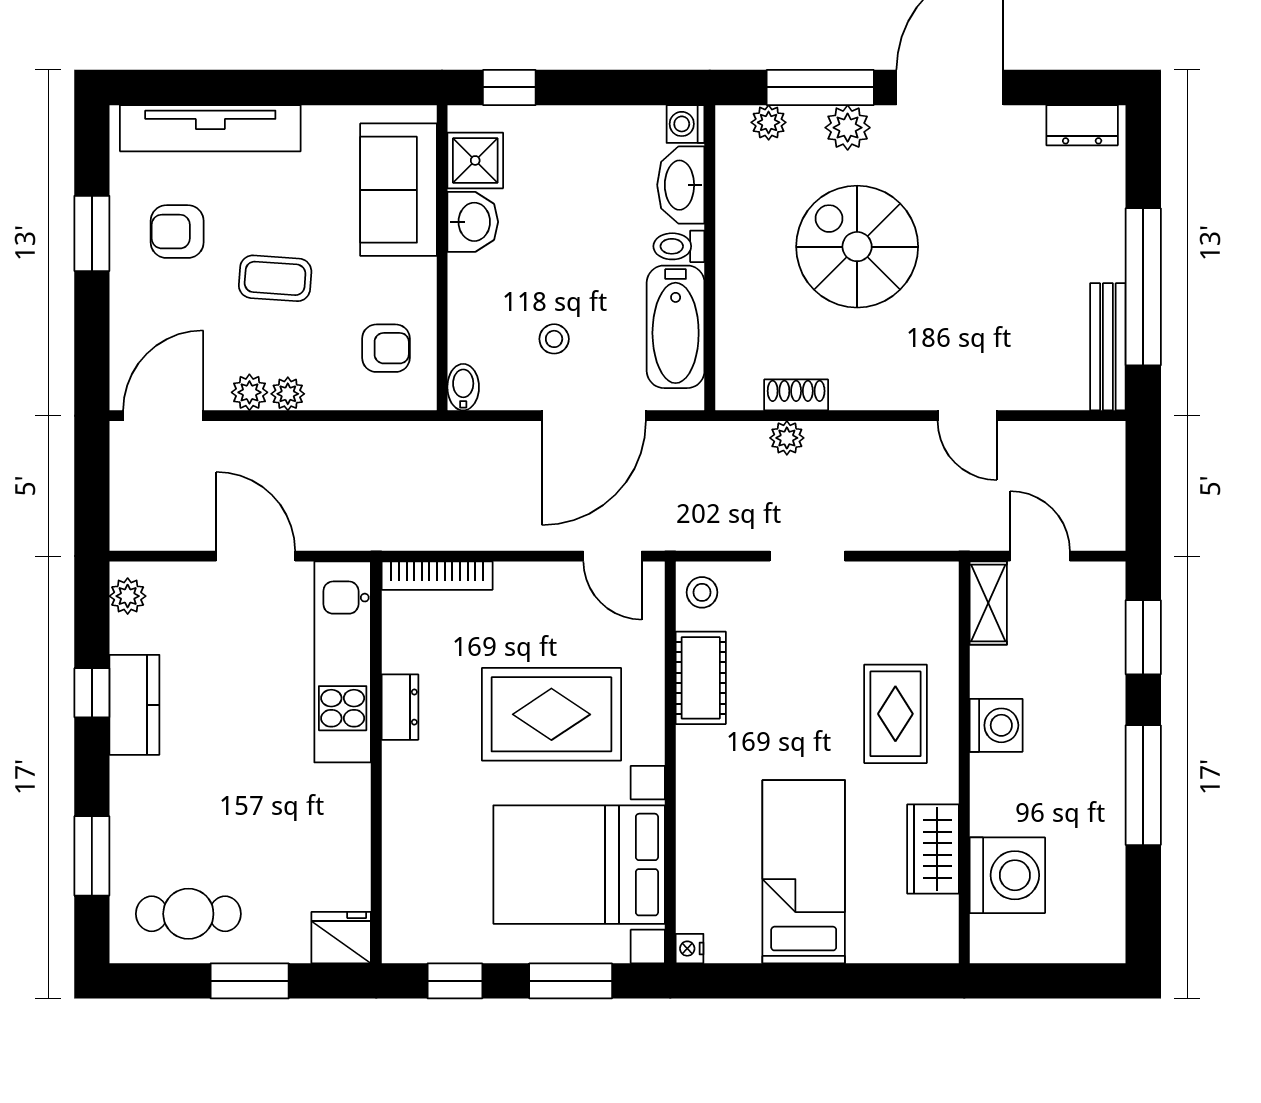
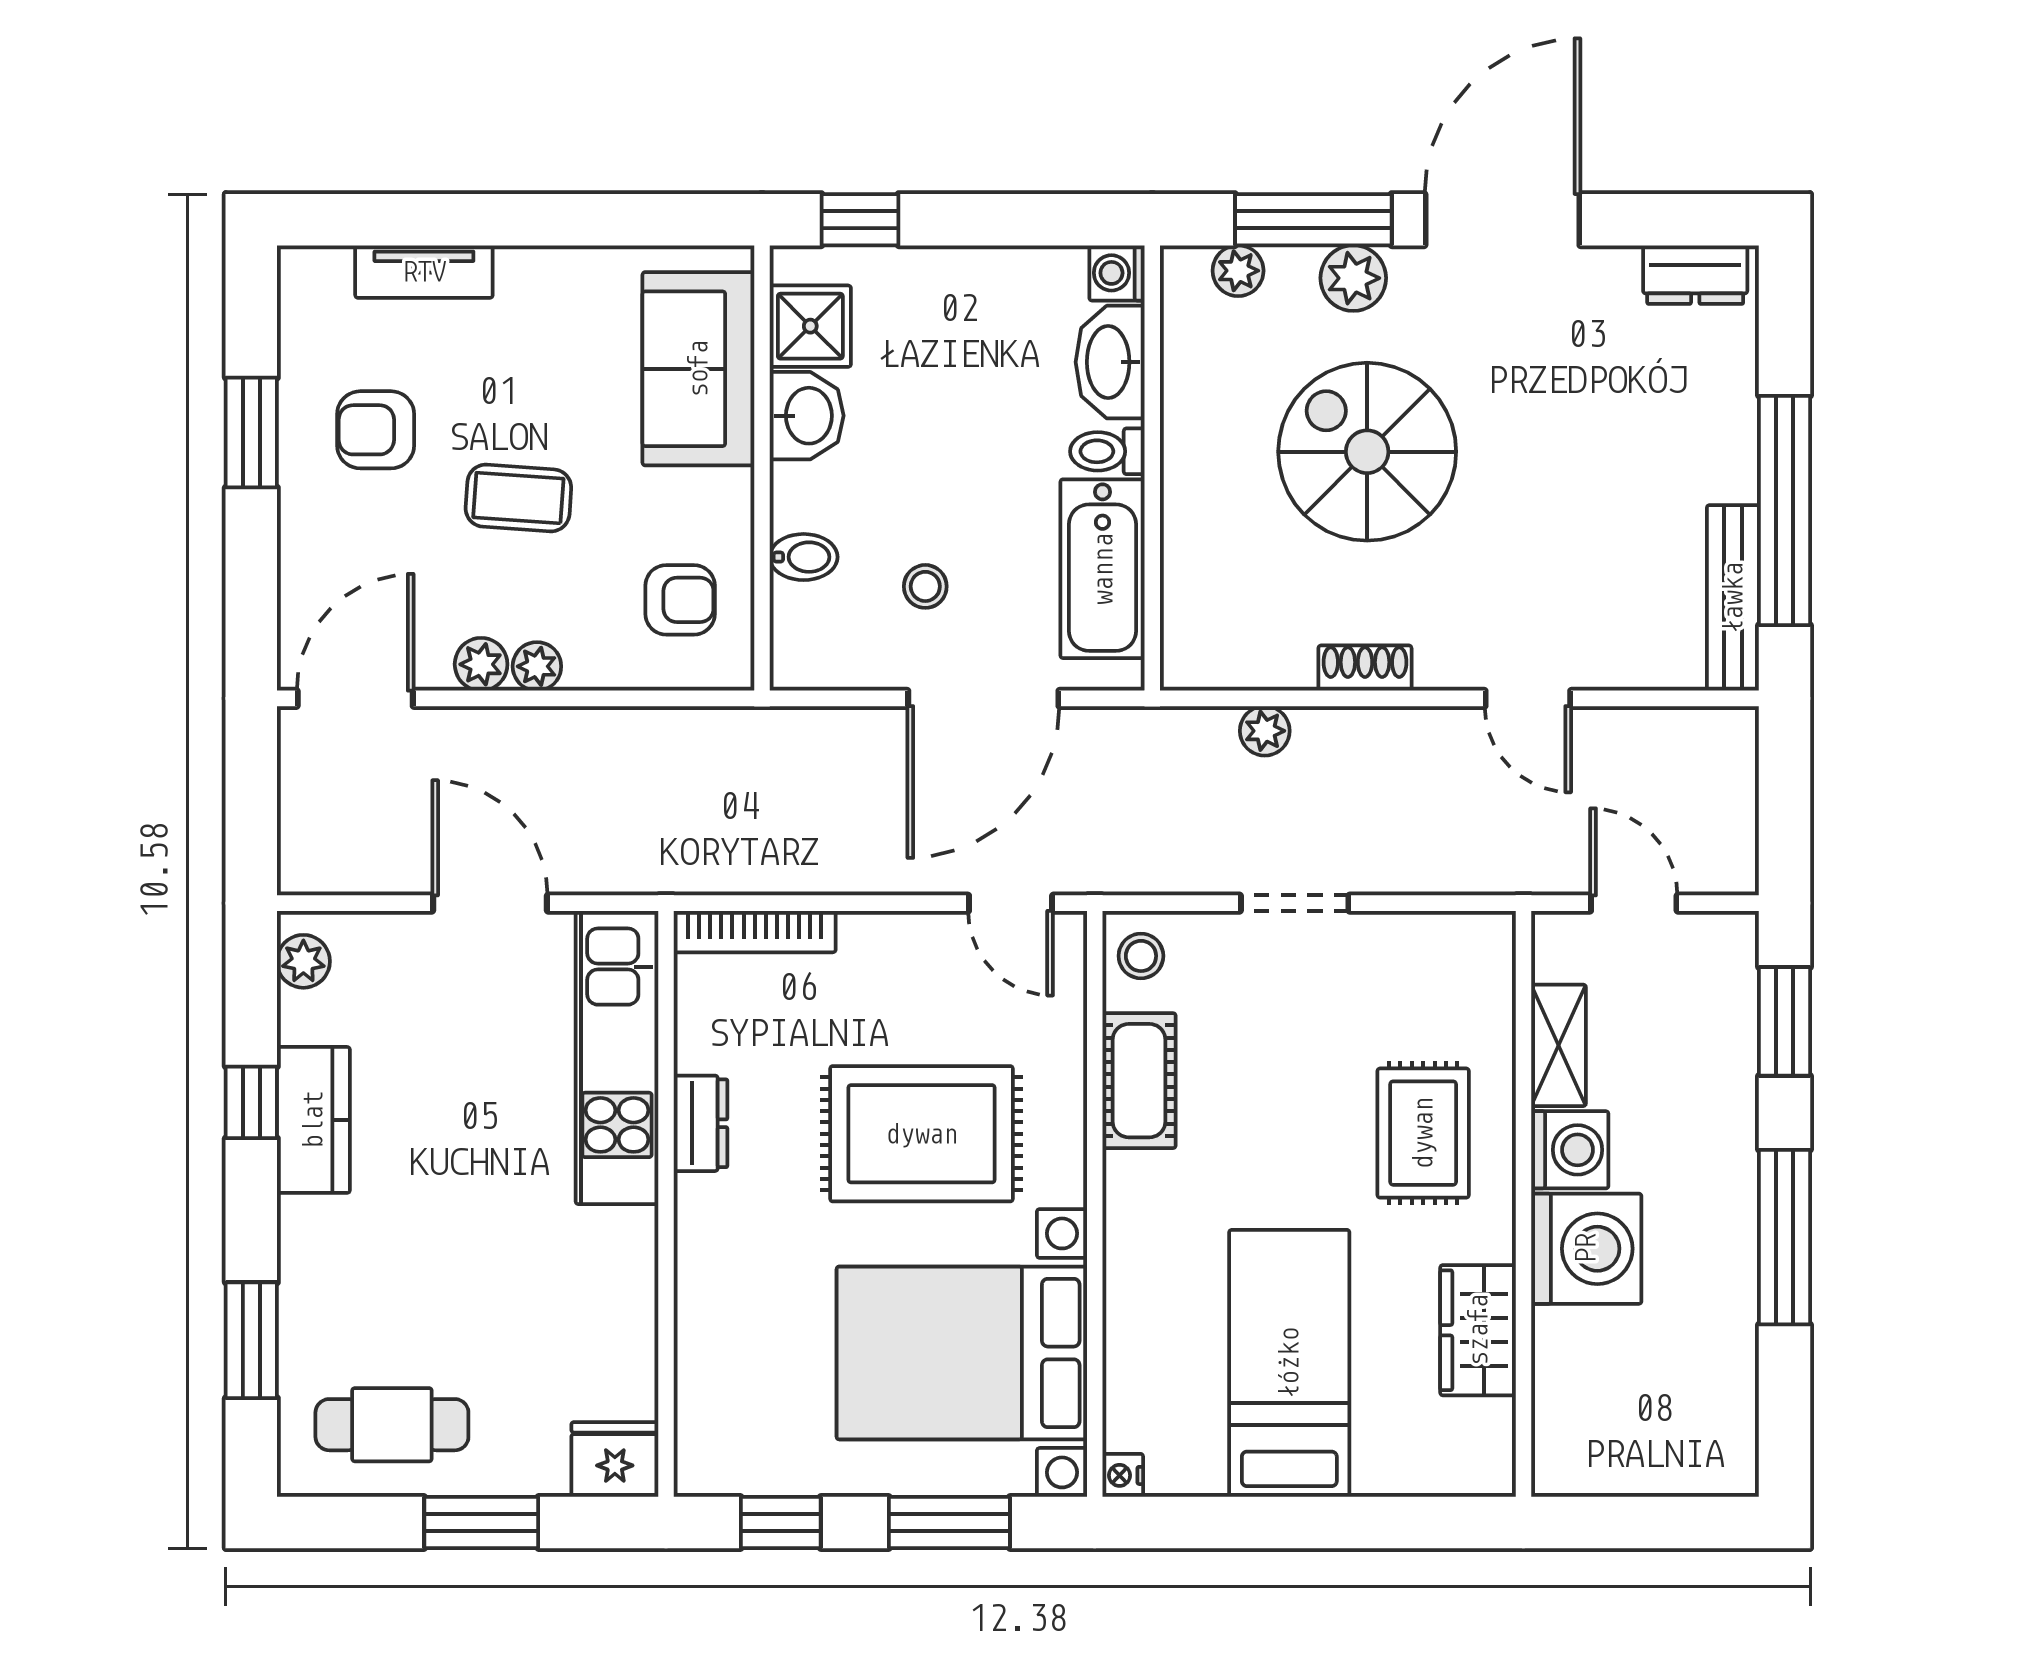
tv unit: (210, 128) -> (424, 272), width x0.52, depth x0.78
bidet: (463, 387) -> (804, 557), moved, turned 90
shoe rack: (796, 395) -> (1365, 668), moved
shelving: (988, 603) -> (1558, 1045), moved
washing machine: (1007, 875) -> (1586, 1249), moved

